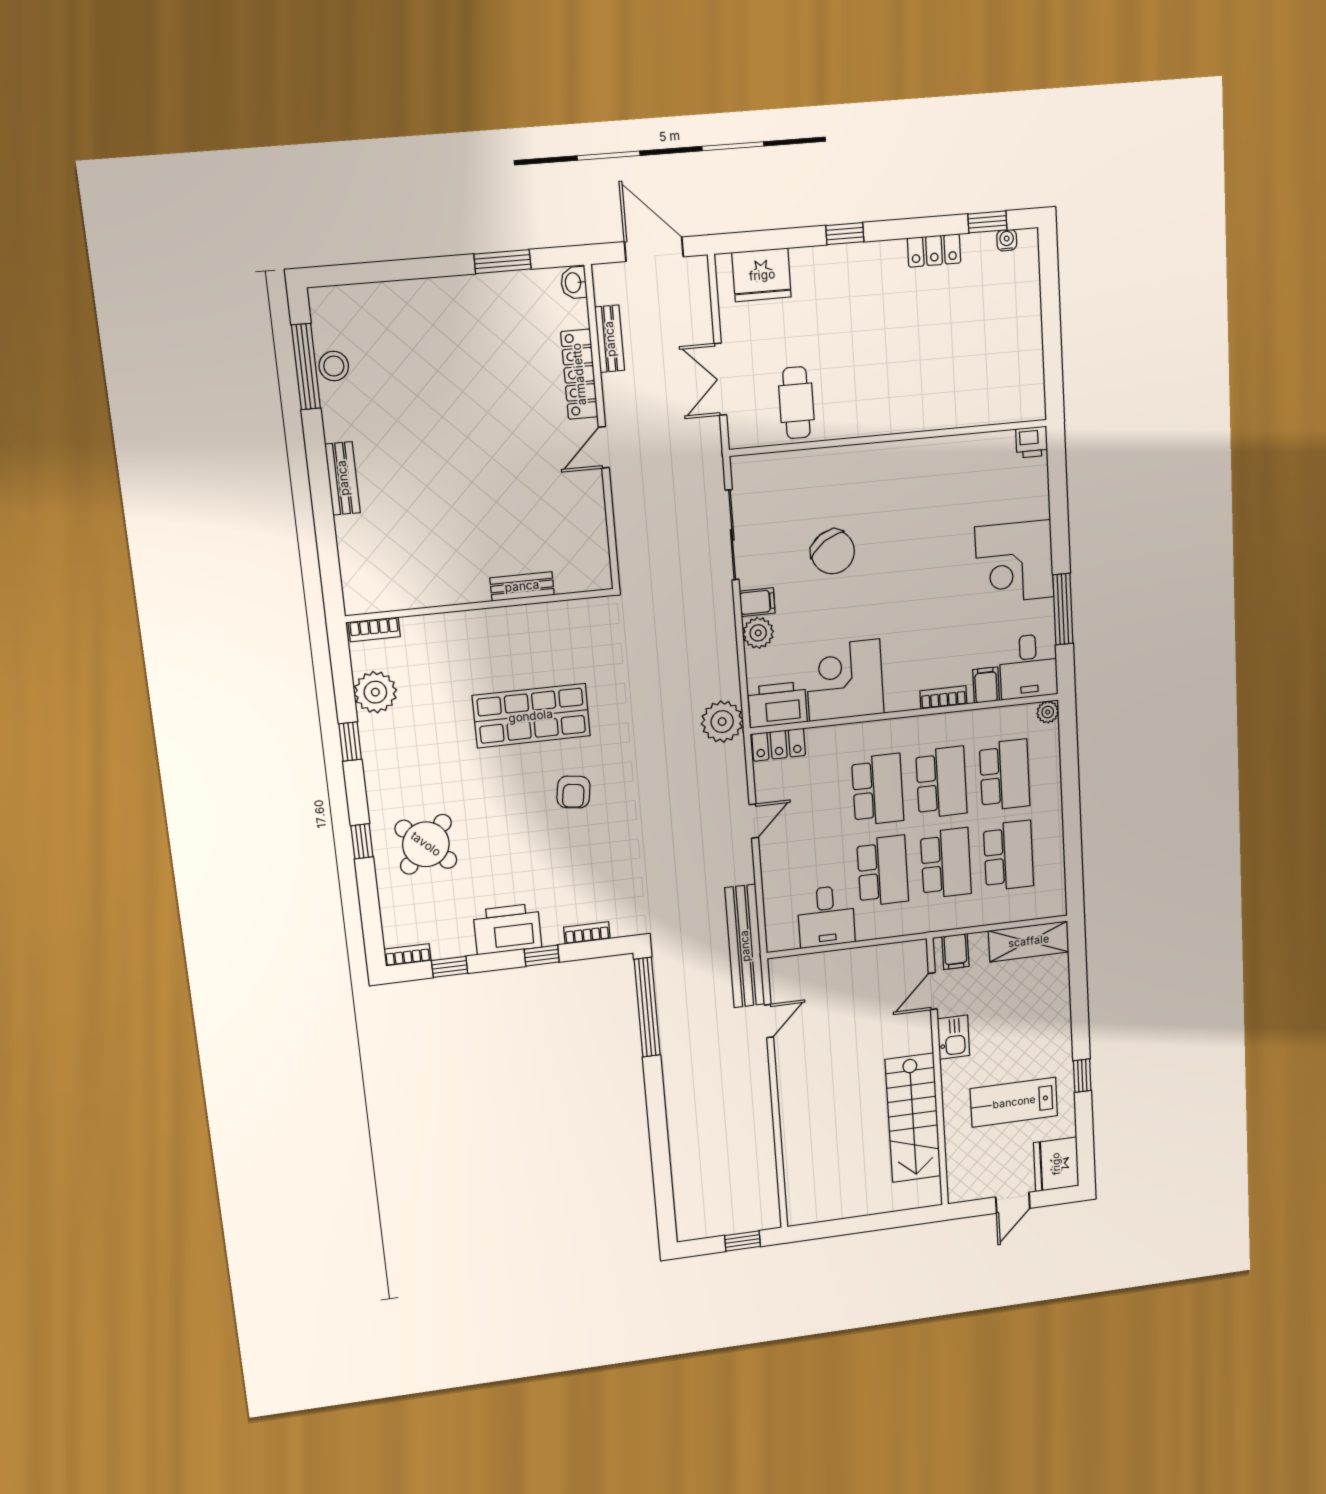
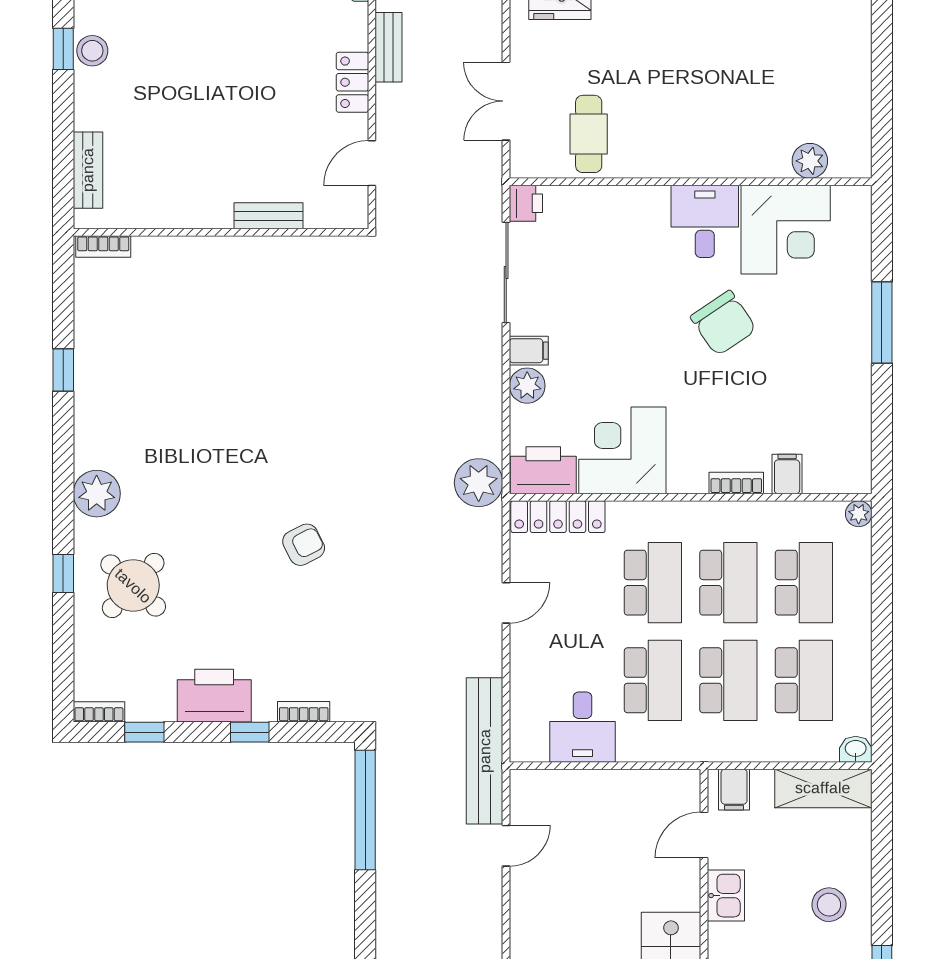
window: (306, 367) -> (63, 49), width x0.46
locker: (579, 374) -> (352, 82), width x0.66
plant: (992, 409) -> (810, 161), added
printer: (1032, 442) -> (526, 203), moved, turned -90
chair: (833, 552) -> (723, 323), moved
corner desk: (1014, 562) -> (786, 230), moved, turned -90
bench: (522, 586) -> (268, 216), moved
wall: (480, 606) -> (221, 232), moved
window: (1063, 609) -> (882, 322), moved
bookcase: (374, 629) -> (103, 246), moved
desk: (1028, 666) -> (705, 221), moved, turned 180
plant: (375, 692) -> (97, 494), moved
shop shelf: (531, 716) -> (265, 452), removed
window: (350, 742) -> (63, 370), moved
locker: (779, 745) -> (558, 517), width x1.53
armchair: (573, 792) -> (304, 545), turned -125
washbasin: (1054, 907) -> (856, 749), added
stool: (1038, 1033) -> (829, 905), added

